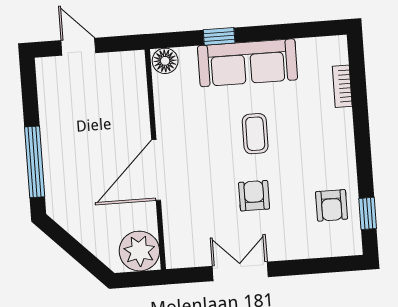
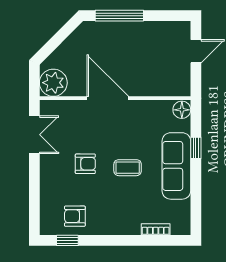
double door: (240, 271) -> (34, 135), moved

